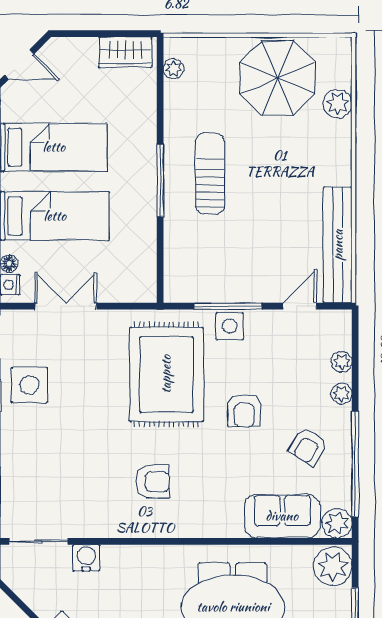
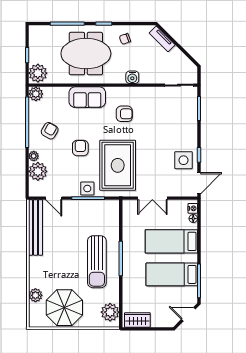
plant: (173, 68) -> (110, 312), width x1.88, depth x1.88
sun lounger: (210, 174) -> (97, 262), width x1.36, depth x1.34
double door: (66, 306) -> (152, 198), moved
door: (300, 306) -> (54, 198), hinge flipped
plant: (342, 362) -> (38, 171), width x1.87, depth x1.87
armchair: (153, 482) -> (124, 114), turned 180
sofa: (282, 516) -> (87, 97), moved
water cooler: (86, 558) -> (132, 77), moved

